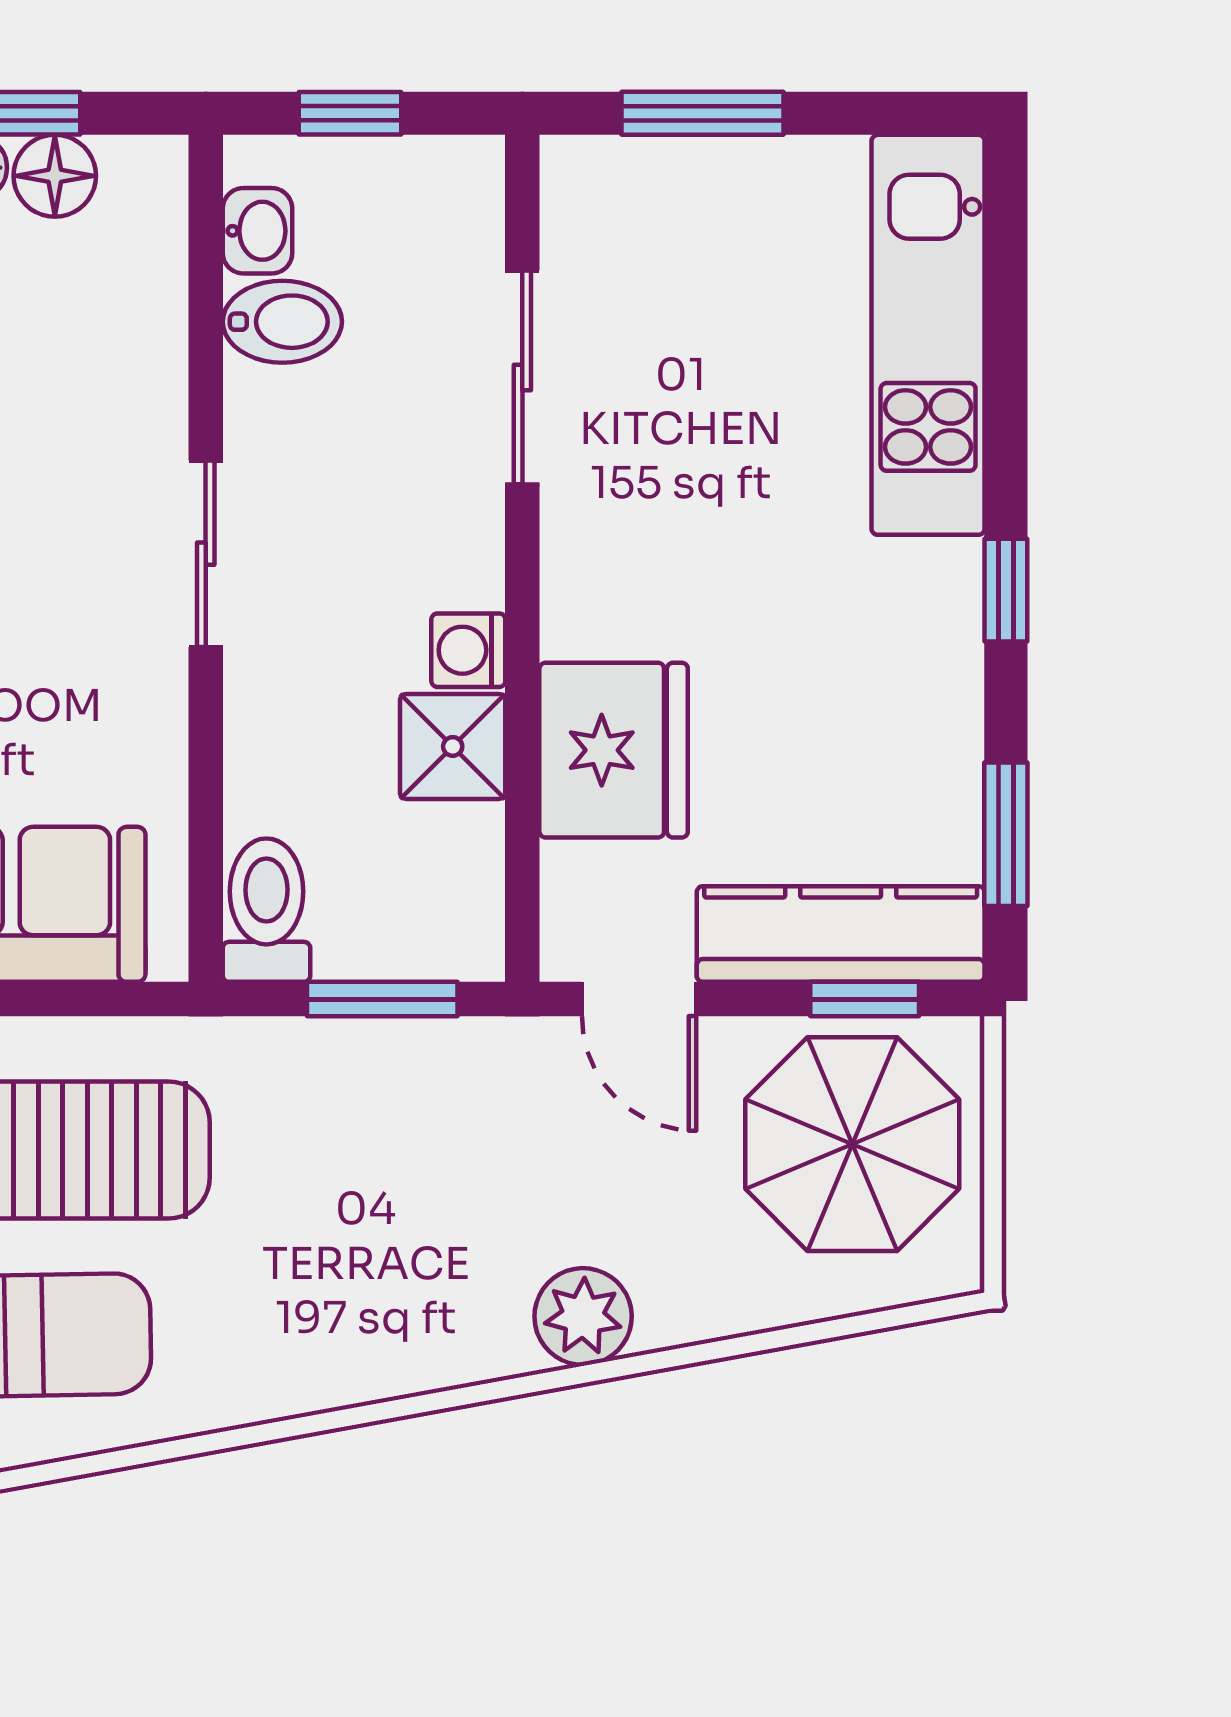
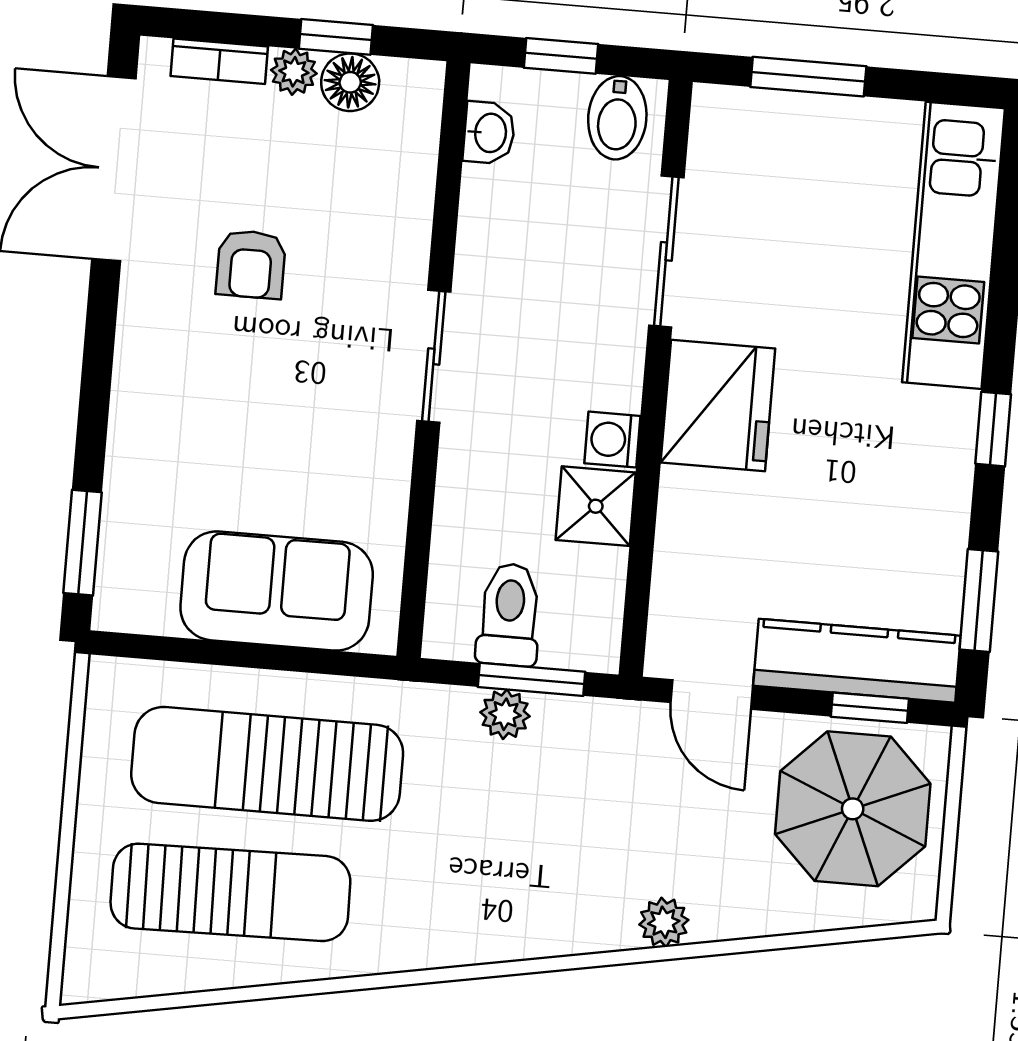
bidet: (282, 322) -> (617, 118), moved, turned 90
fridge: (614, 750) -> (718, 405), moved
toilet: (266, 910) -> (509, 615), moved
plant: (349, 1052) -> (505, 714), added
plant: (583, 1317) -> (664, 922), width x0.73, depth x0.73

